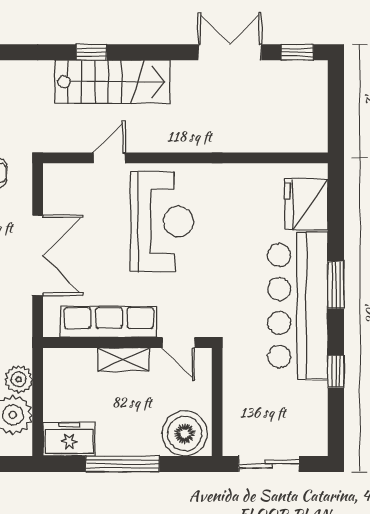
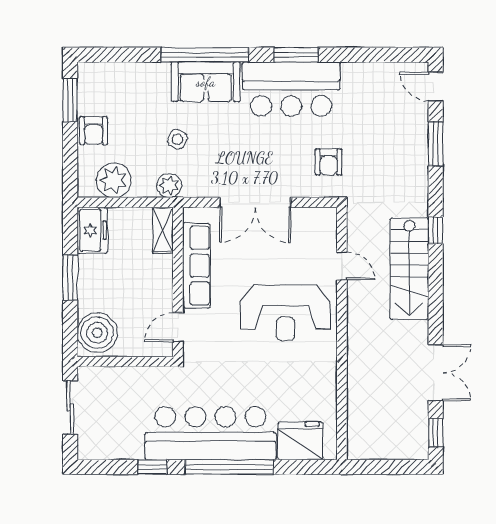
window: (91, 52) -> (436, 230), moved
window: (336, 285) -> (229, 467), width x2.11
shelving: (123, 359) -> (163, 230), moved
plant: (19, 379) -> (169, 185), moved
window: (122, 464) -> (70, 278), width x0.69

